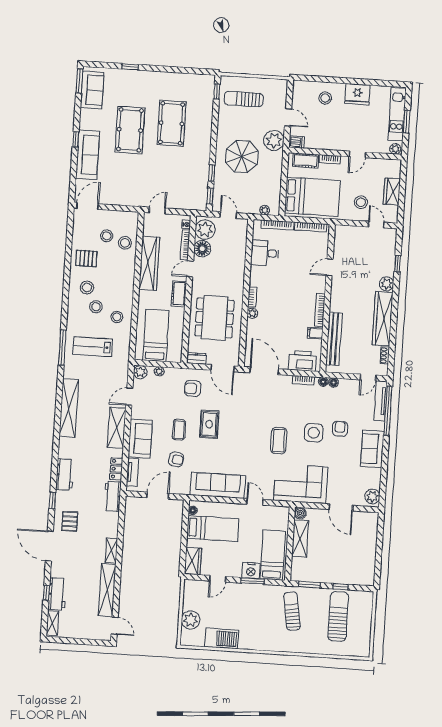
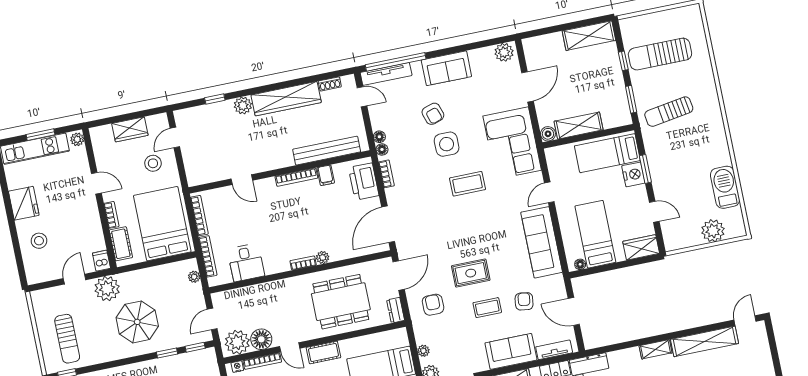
armchair: (193, 388) -> (433, 305), turned 180
armchair: (340, 429) -> (433, 114), turned -108
shelving: (367, 566) -> (589, 36), added

